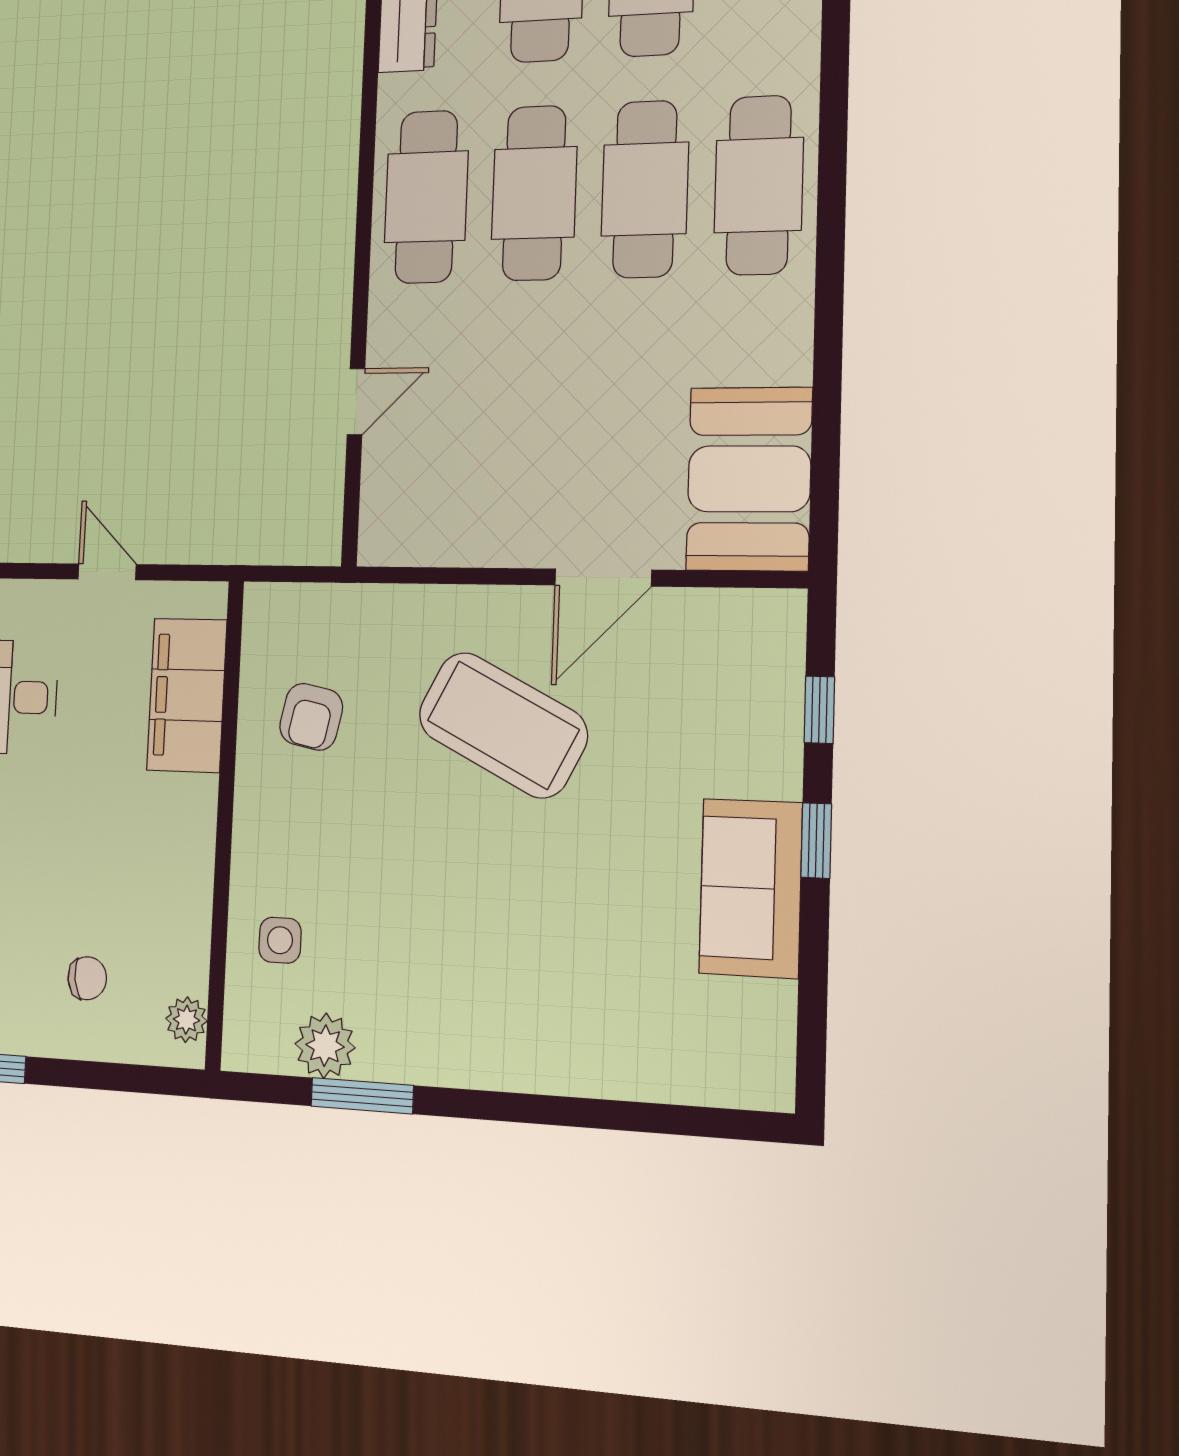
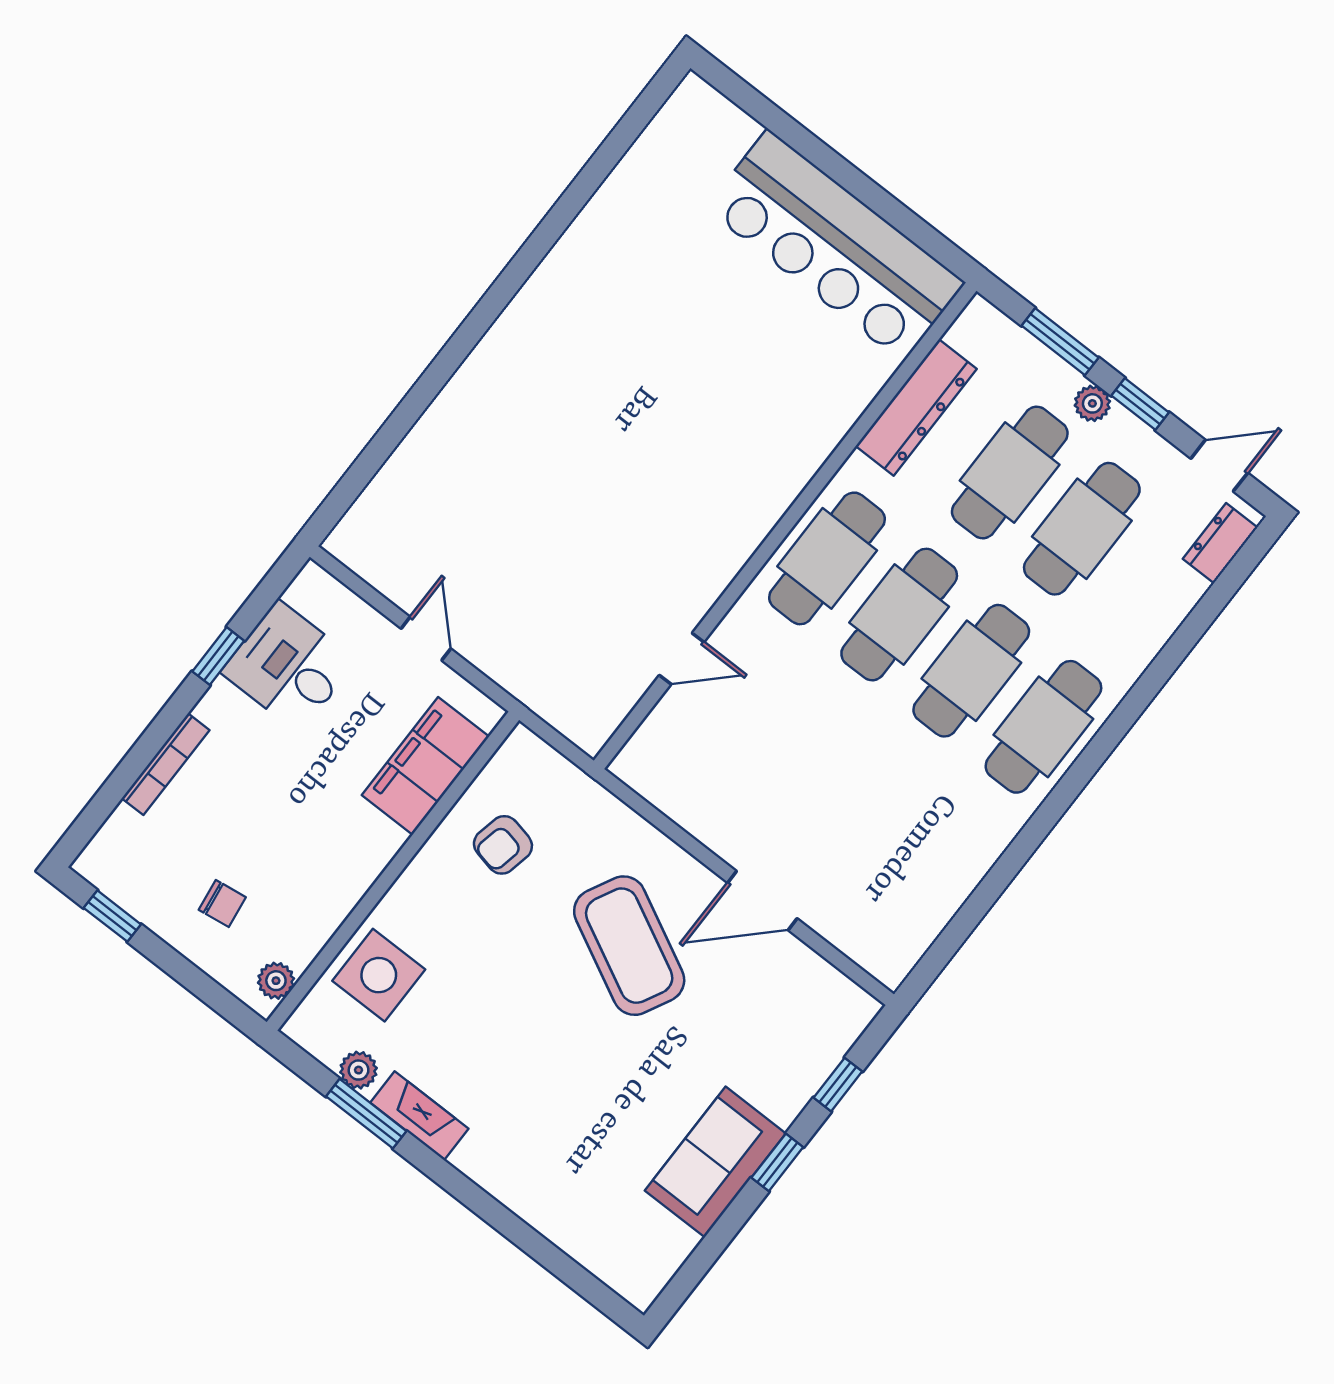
booth: (749, 479) -> (900, 909), removed
side table: (280, 940) -> (379, 975), width x1.87, depth x1.87
plant: (325, 1046) -> (359, 1070), width x0.73, depth x0.73
fireplace: (416, 1059) -> (419, 1116), added

